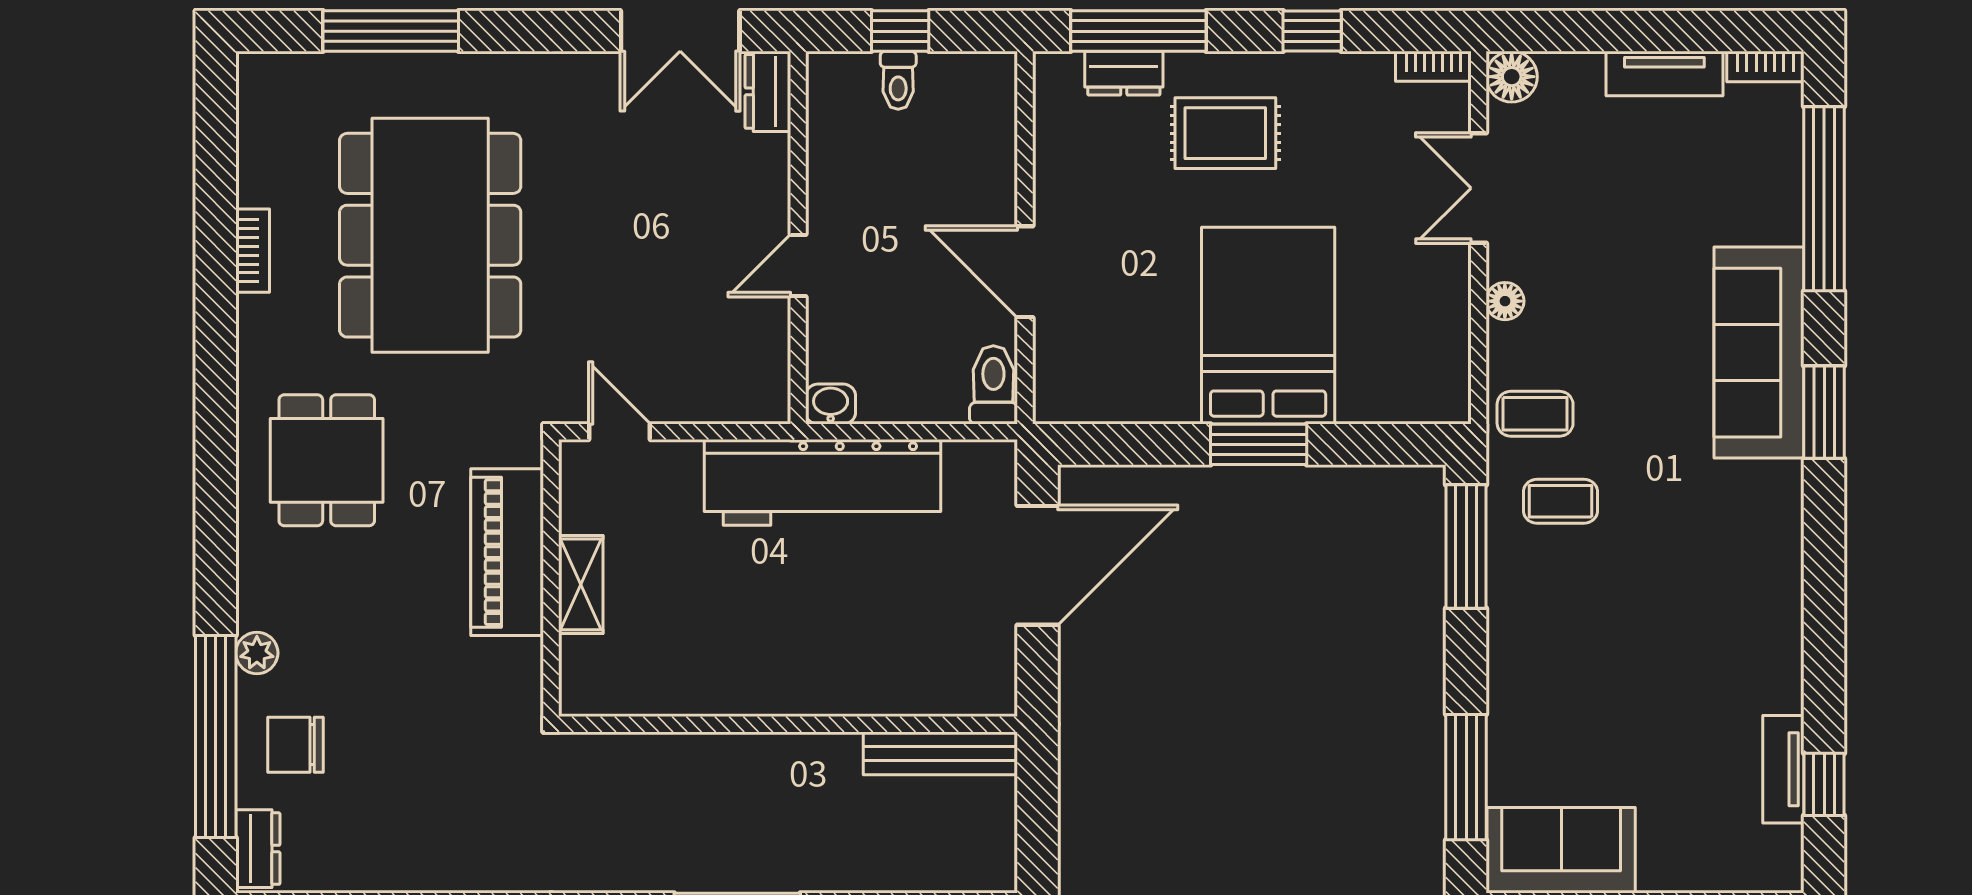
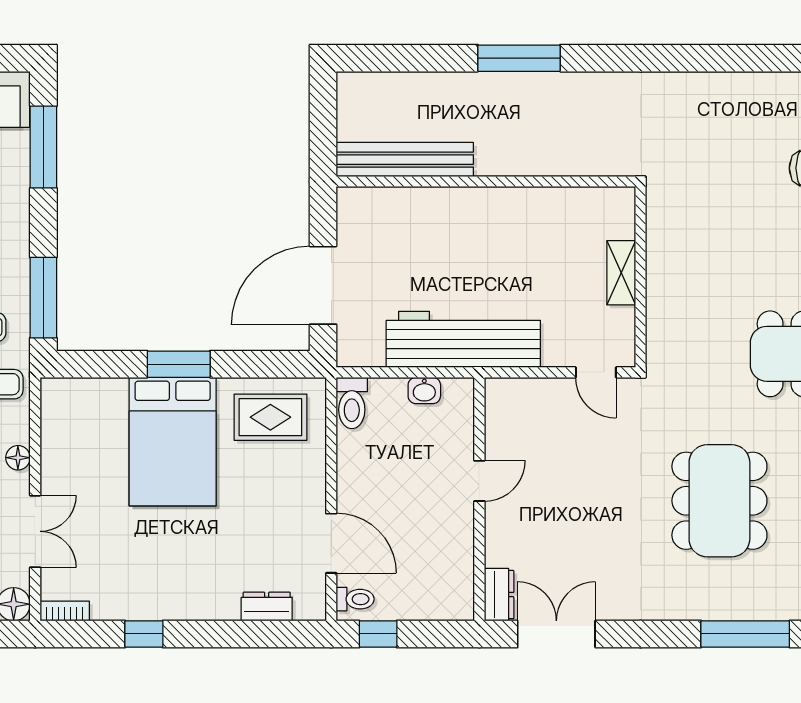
window: (900, 31) -> (378, 634), moved
window: (1138, 31) -> (257, 634), removed
toilet: (898, 80) -> (355, 599), moved, turned 90
rug: (1225, 133) -> (270, 417), moved
dining table: (430, 235) -> (719, 501), width x0.73, depth x0.80
door: (1025, 272) -> (331, 543), moved
washbasin: (831, 404) -> (424, 390), moved
piano: (507, 552) -> (669, 294), removed
bench: (940, 753) -> (405, 160), width x1.37, depth x1.21

